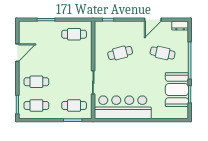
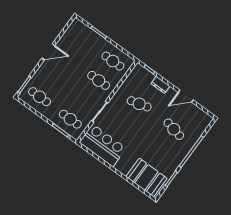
dresser: (180, 25) -> (160, 85), moved
door: (17, 53) -> (48, 52), moved
cafe table: (36, 82) -> (99, 80), moved
booth: (177, 90) -> (146, 177), moved, turned 90
bar counter: (123, 107) -> (103, 145), width x0.73

